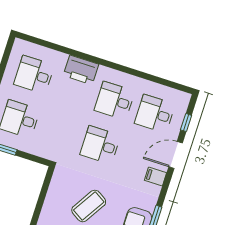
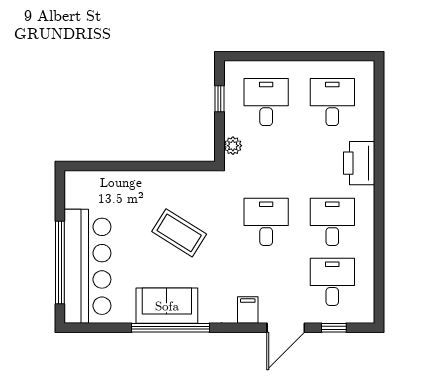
plant: (42, 151) -> (233, 146), added
door: (176, 155) -> (286, 328), swing flipped

